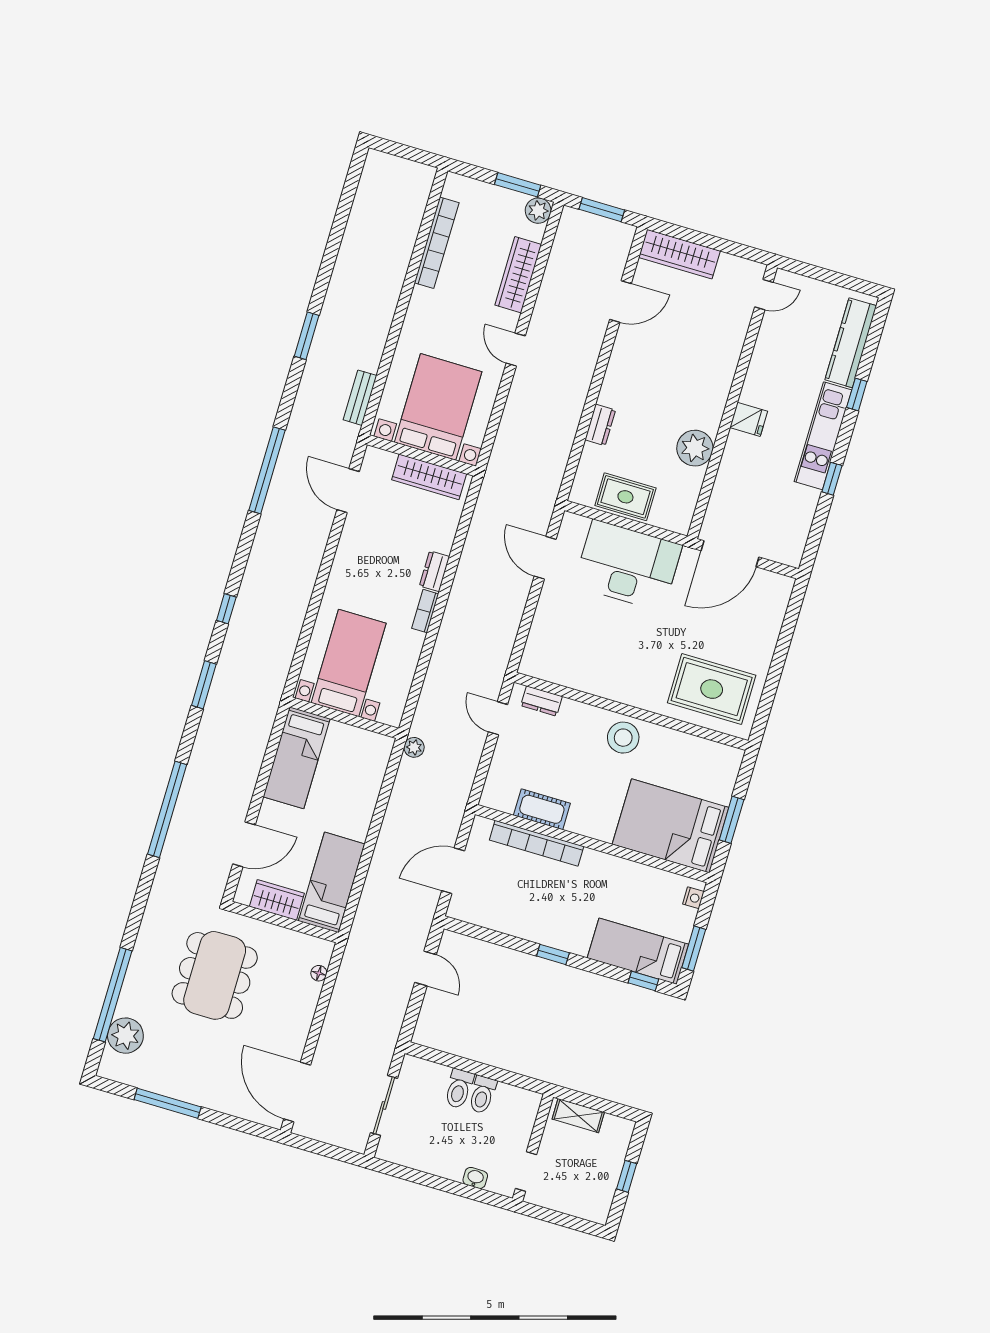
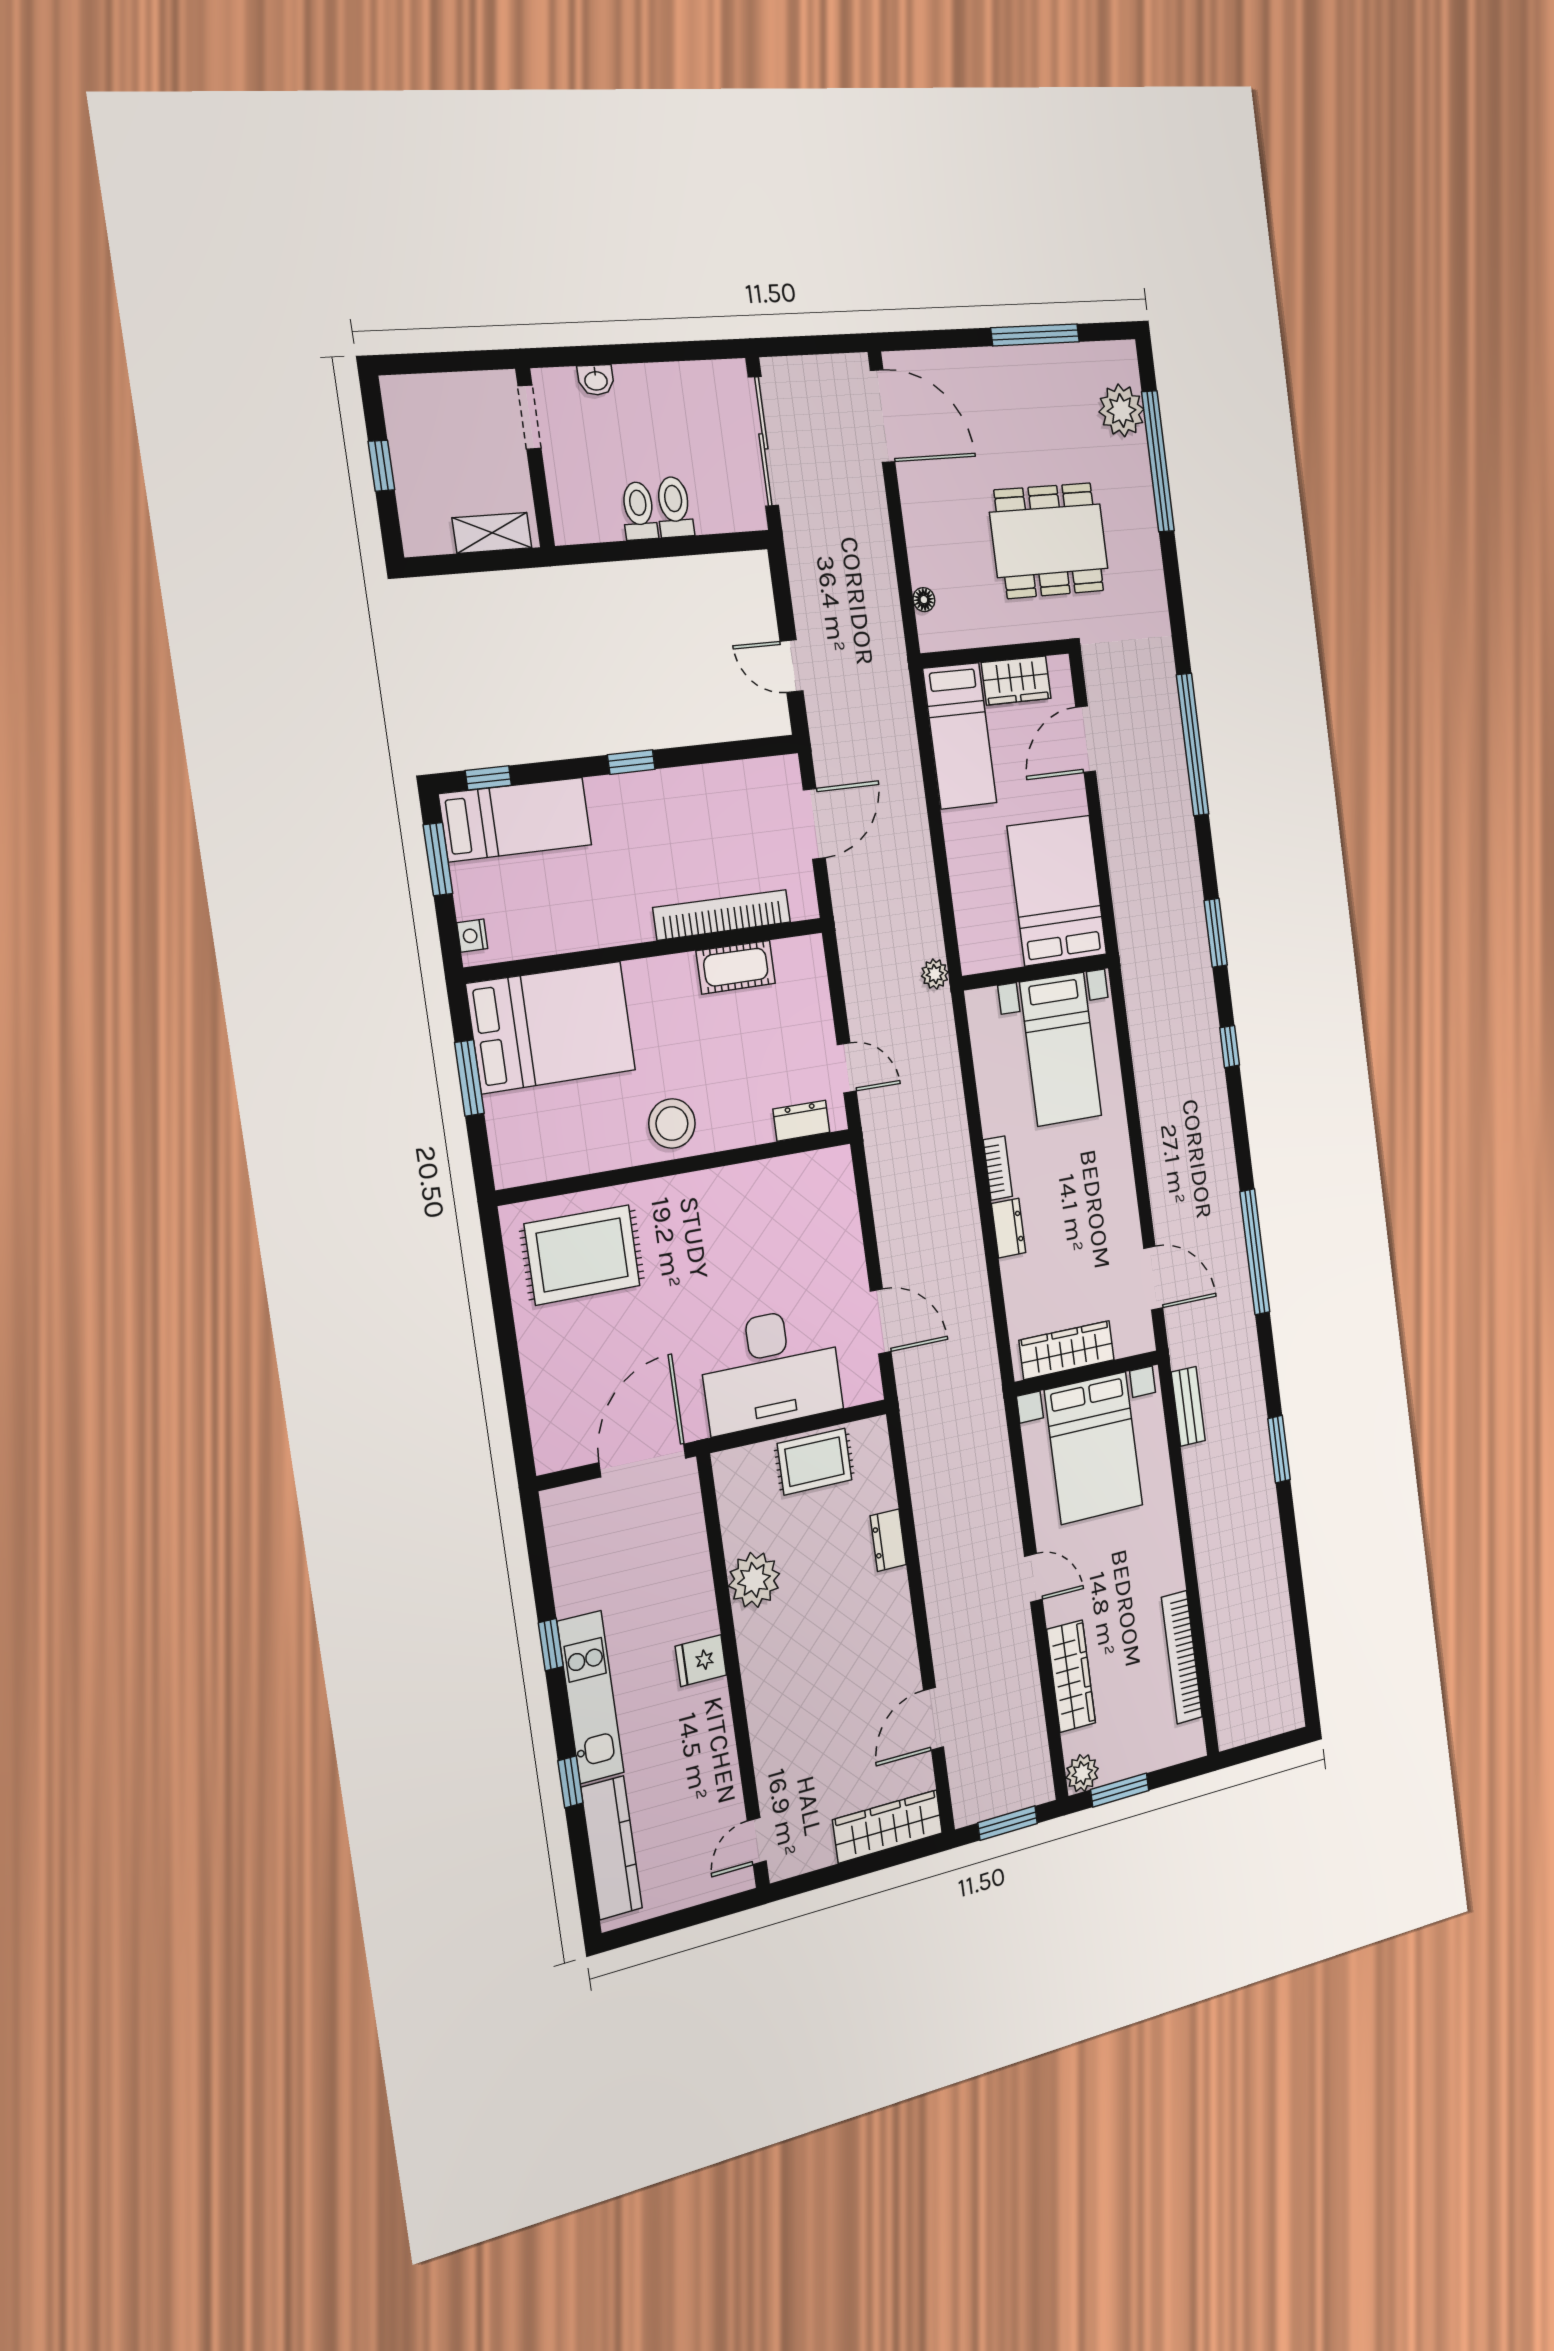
bed: (297, 758) -> (1057, 891), width x1.50
dining table: (215, 975) -> (1049, 541), turned 90
sliding door: (384, 1105) -> (763, 441), width x1.37

